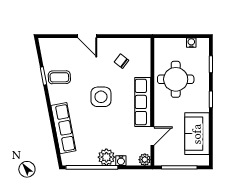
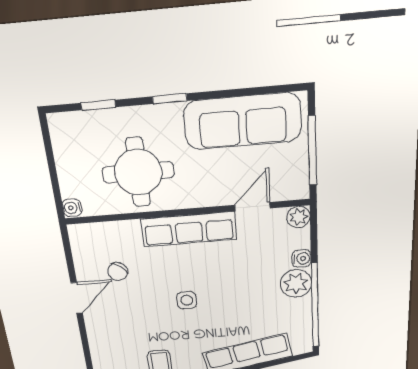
door: (87, 36) -> (77, 298), moved
water cooler: (191, 43) -> (72, 208), moved
side table: (101, 97) -> (187, 300), width x0.54, depth x0.54
sofa: (197, 134) -> (243, 121), width x1.36
door: (152, 136) -> (252, 207), hinge flipped

